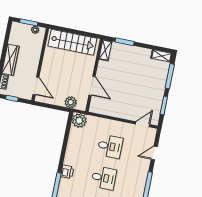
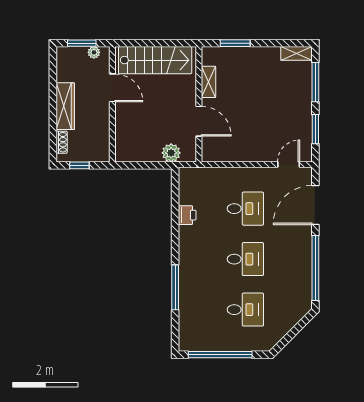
shelving: (105, 50) -> (208, 82), moved
door: (36, 86) -> (112, 88), moved
plant: (79, 121) -> (190, 178), removed
door: (154, 153) -> (315, 205), width x1.88
printer: (67, 172) -> (187, 215), moved

